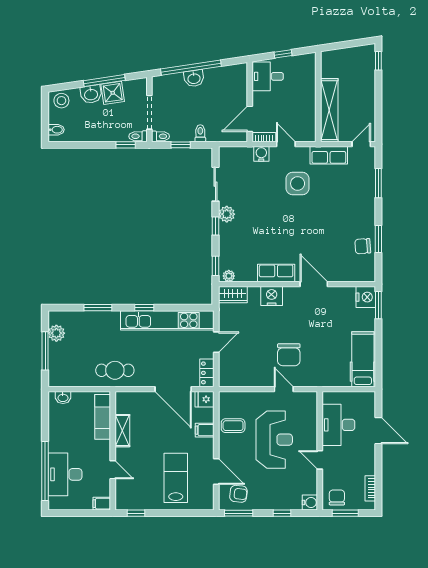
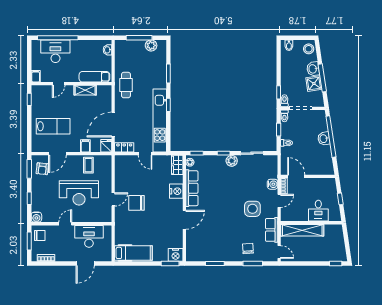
desk: (268, 76) -> (318, 211), moved, turned 180
chair: (363, 246) -> (248, 248), moved
row of seats: (276, 273) -> (192, 188), width x1.48

